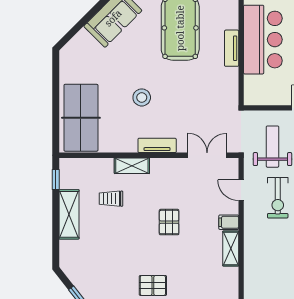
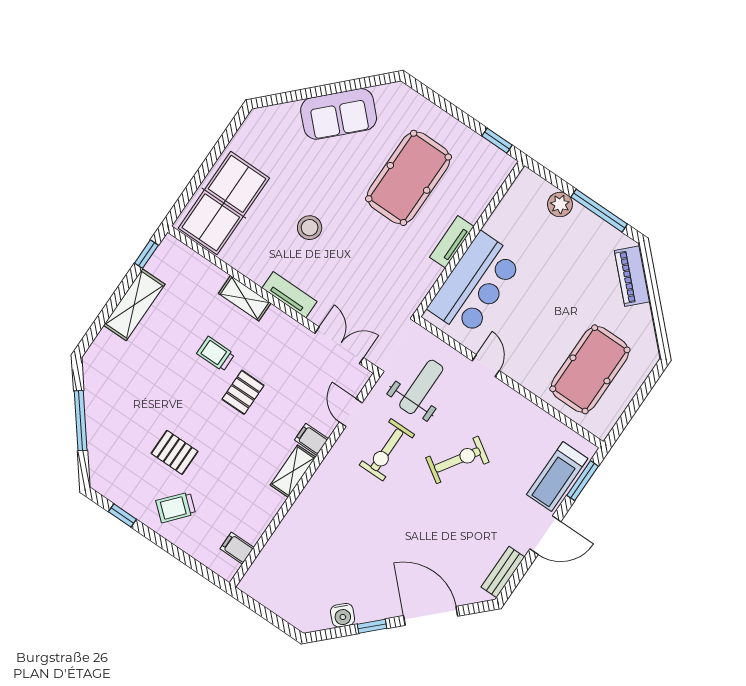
bar counter: (263, 40) -> (475, 284), moved
trolley: (111, 199) -> (216, 354), moved

